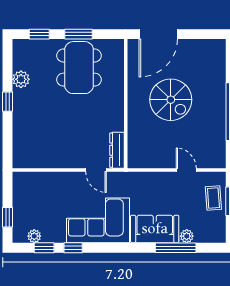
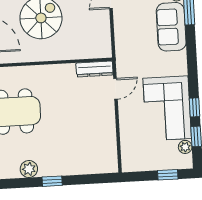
corner sofa: (98, 220) -> (167, 108), moved

